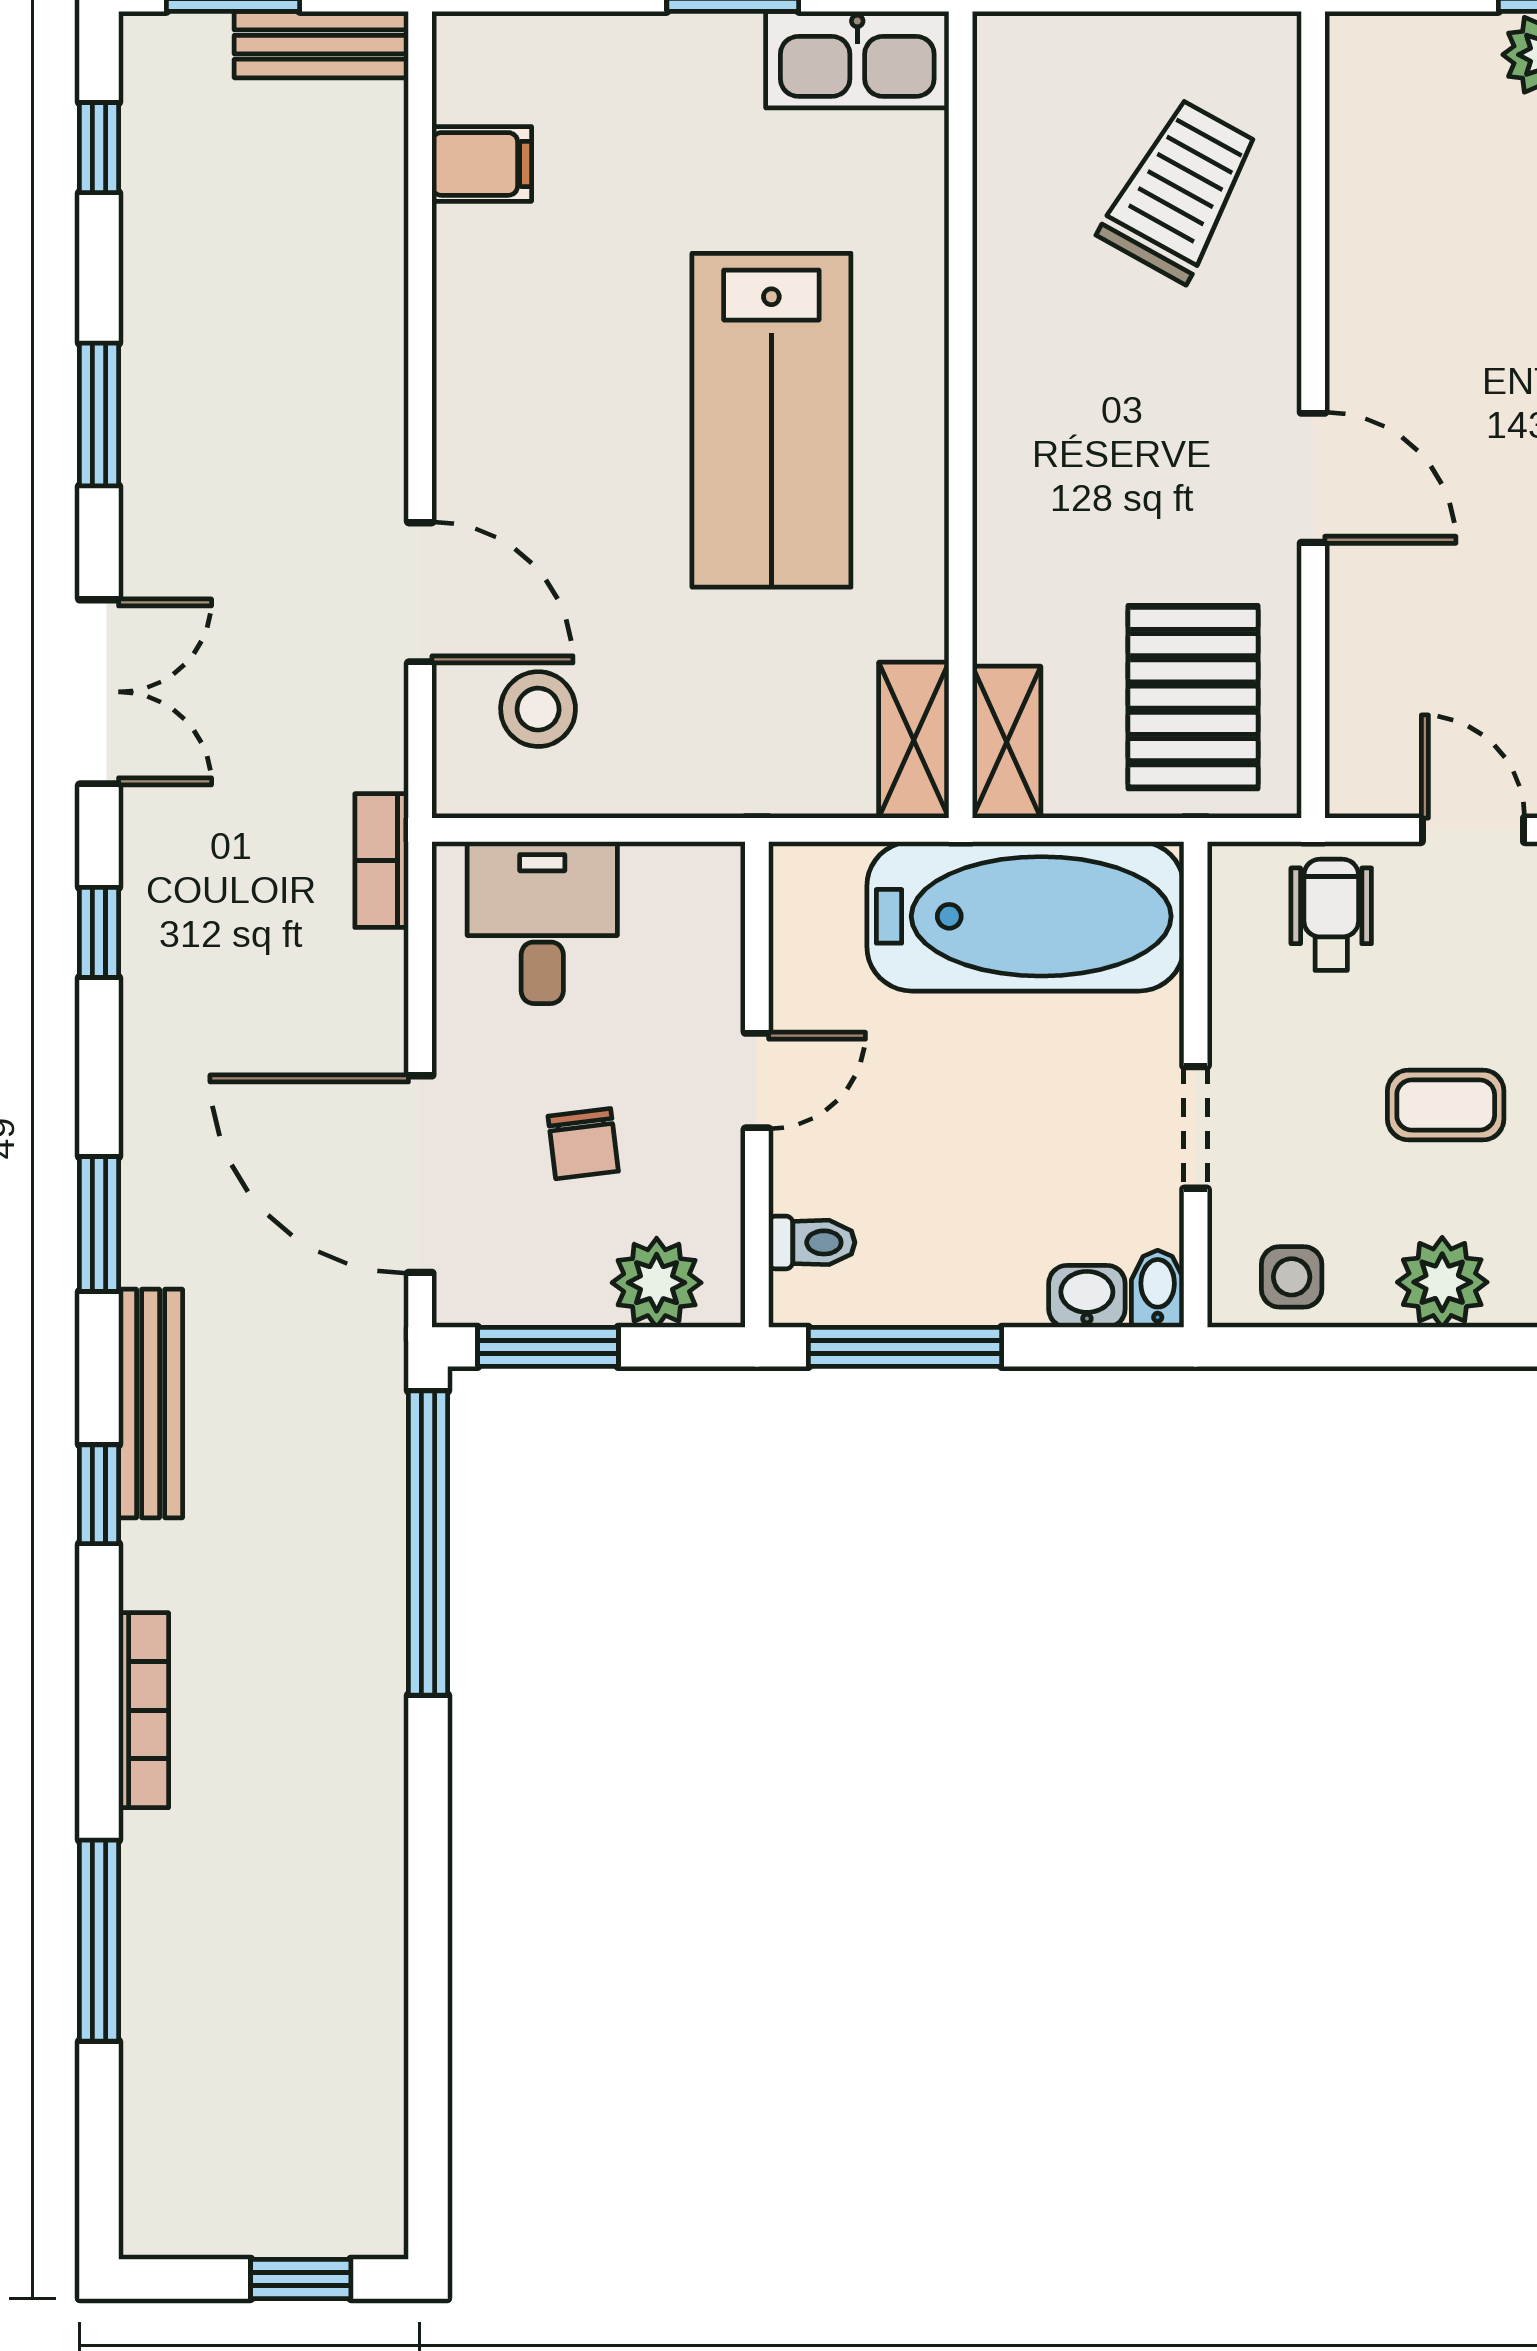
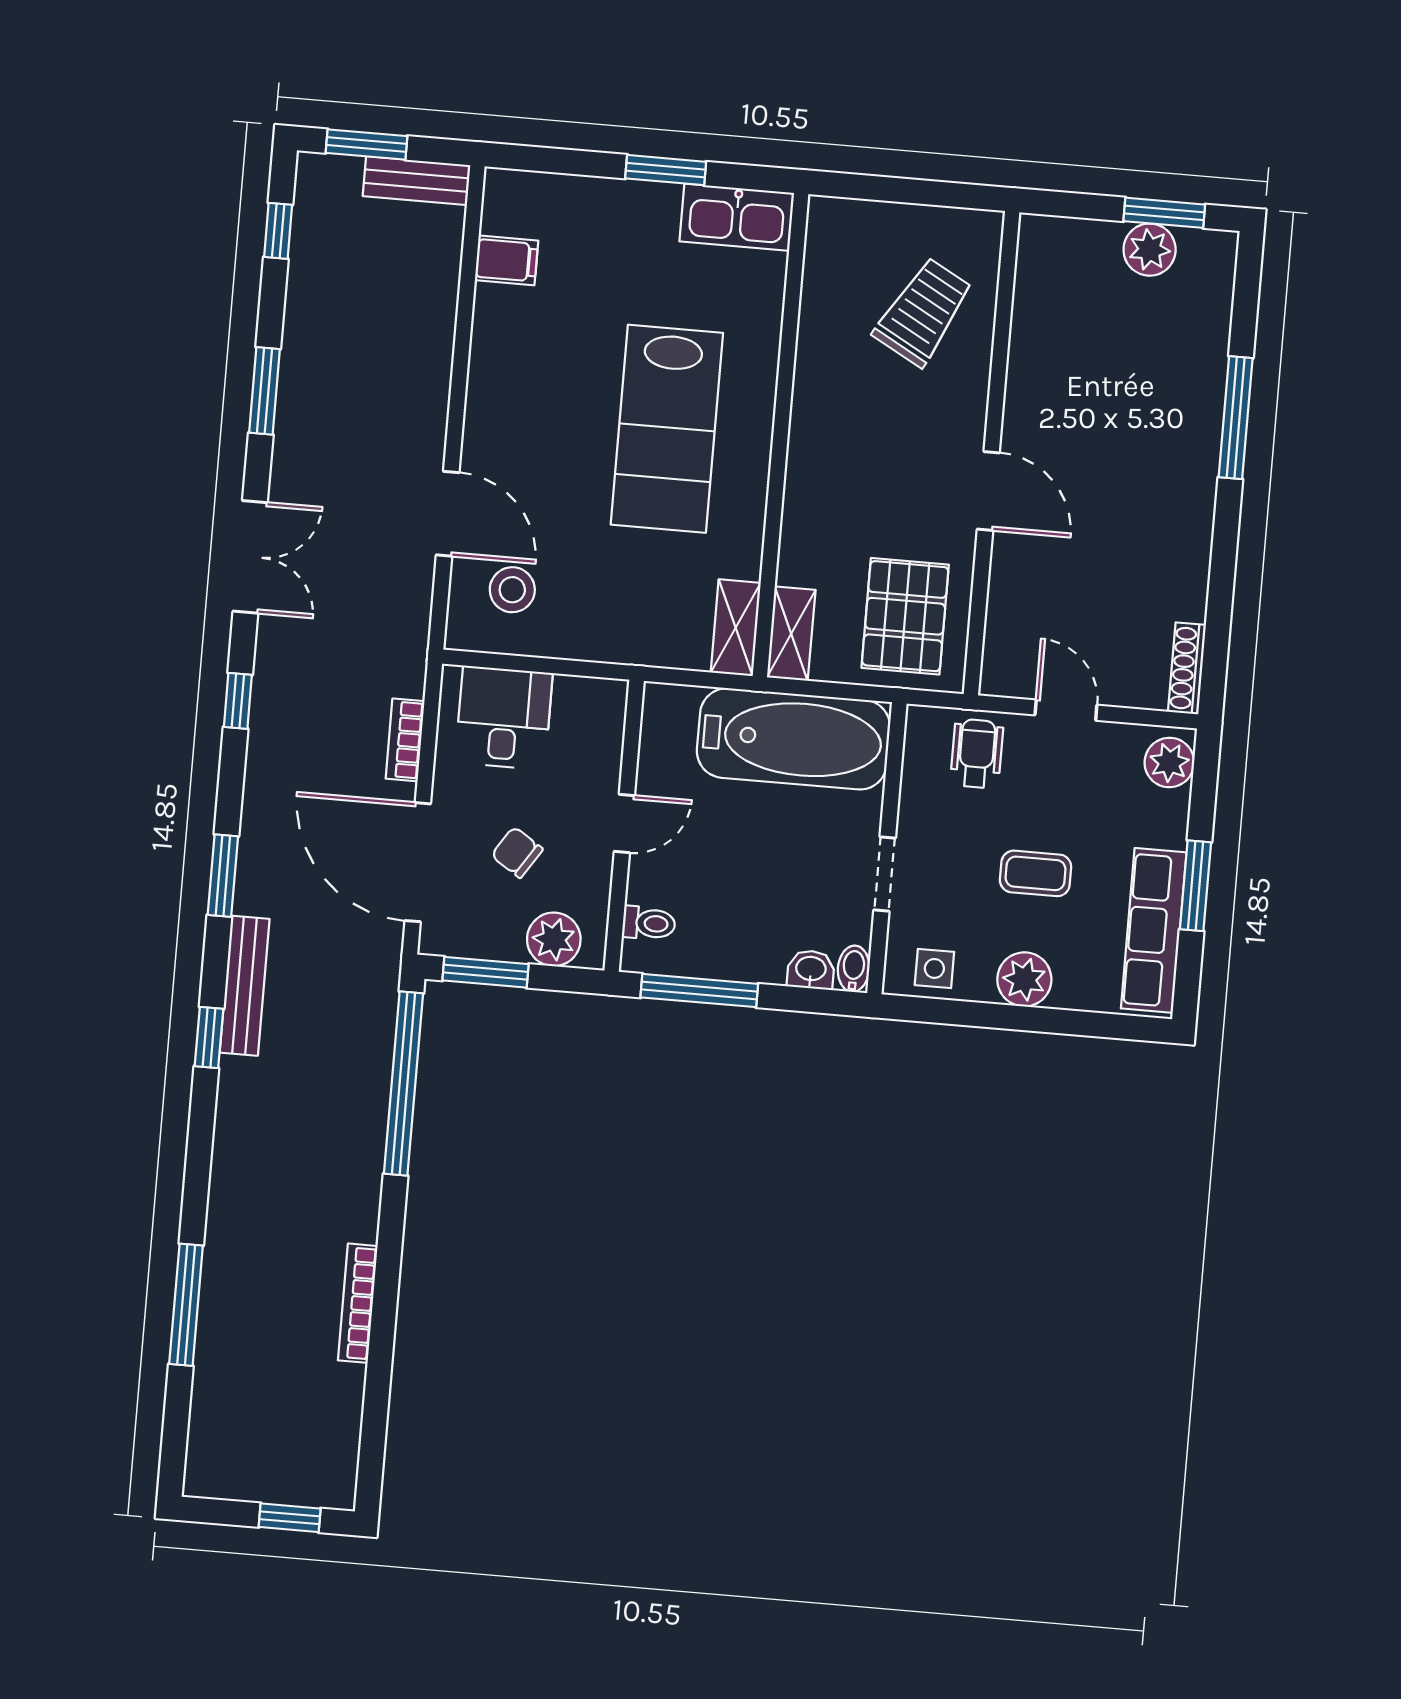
bookcase: (382, 861) -> (405, 740), moved
chair: (583, 1144) -> (517, 852), turned 130
bookcase: (144, 1710) -> (358, 1303), moved, turned 180

